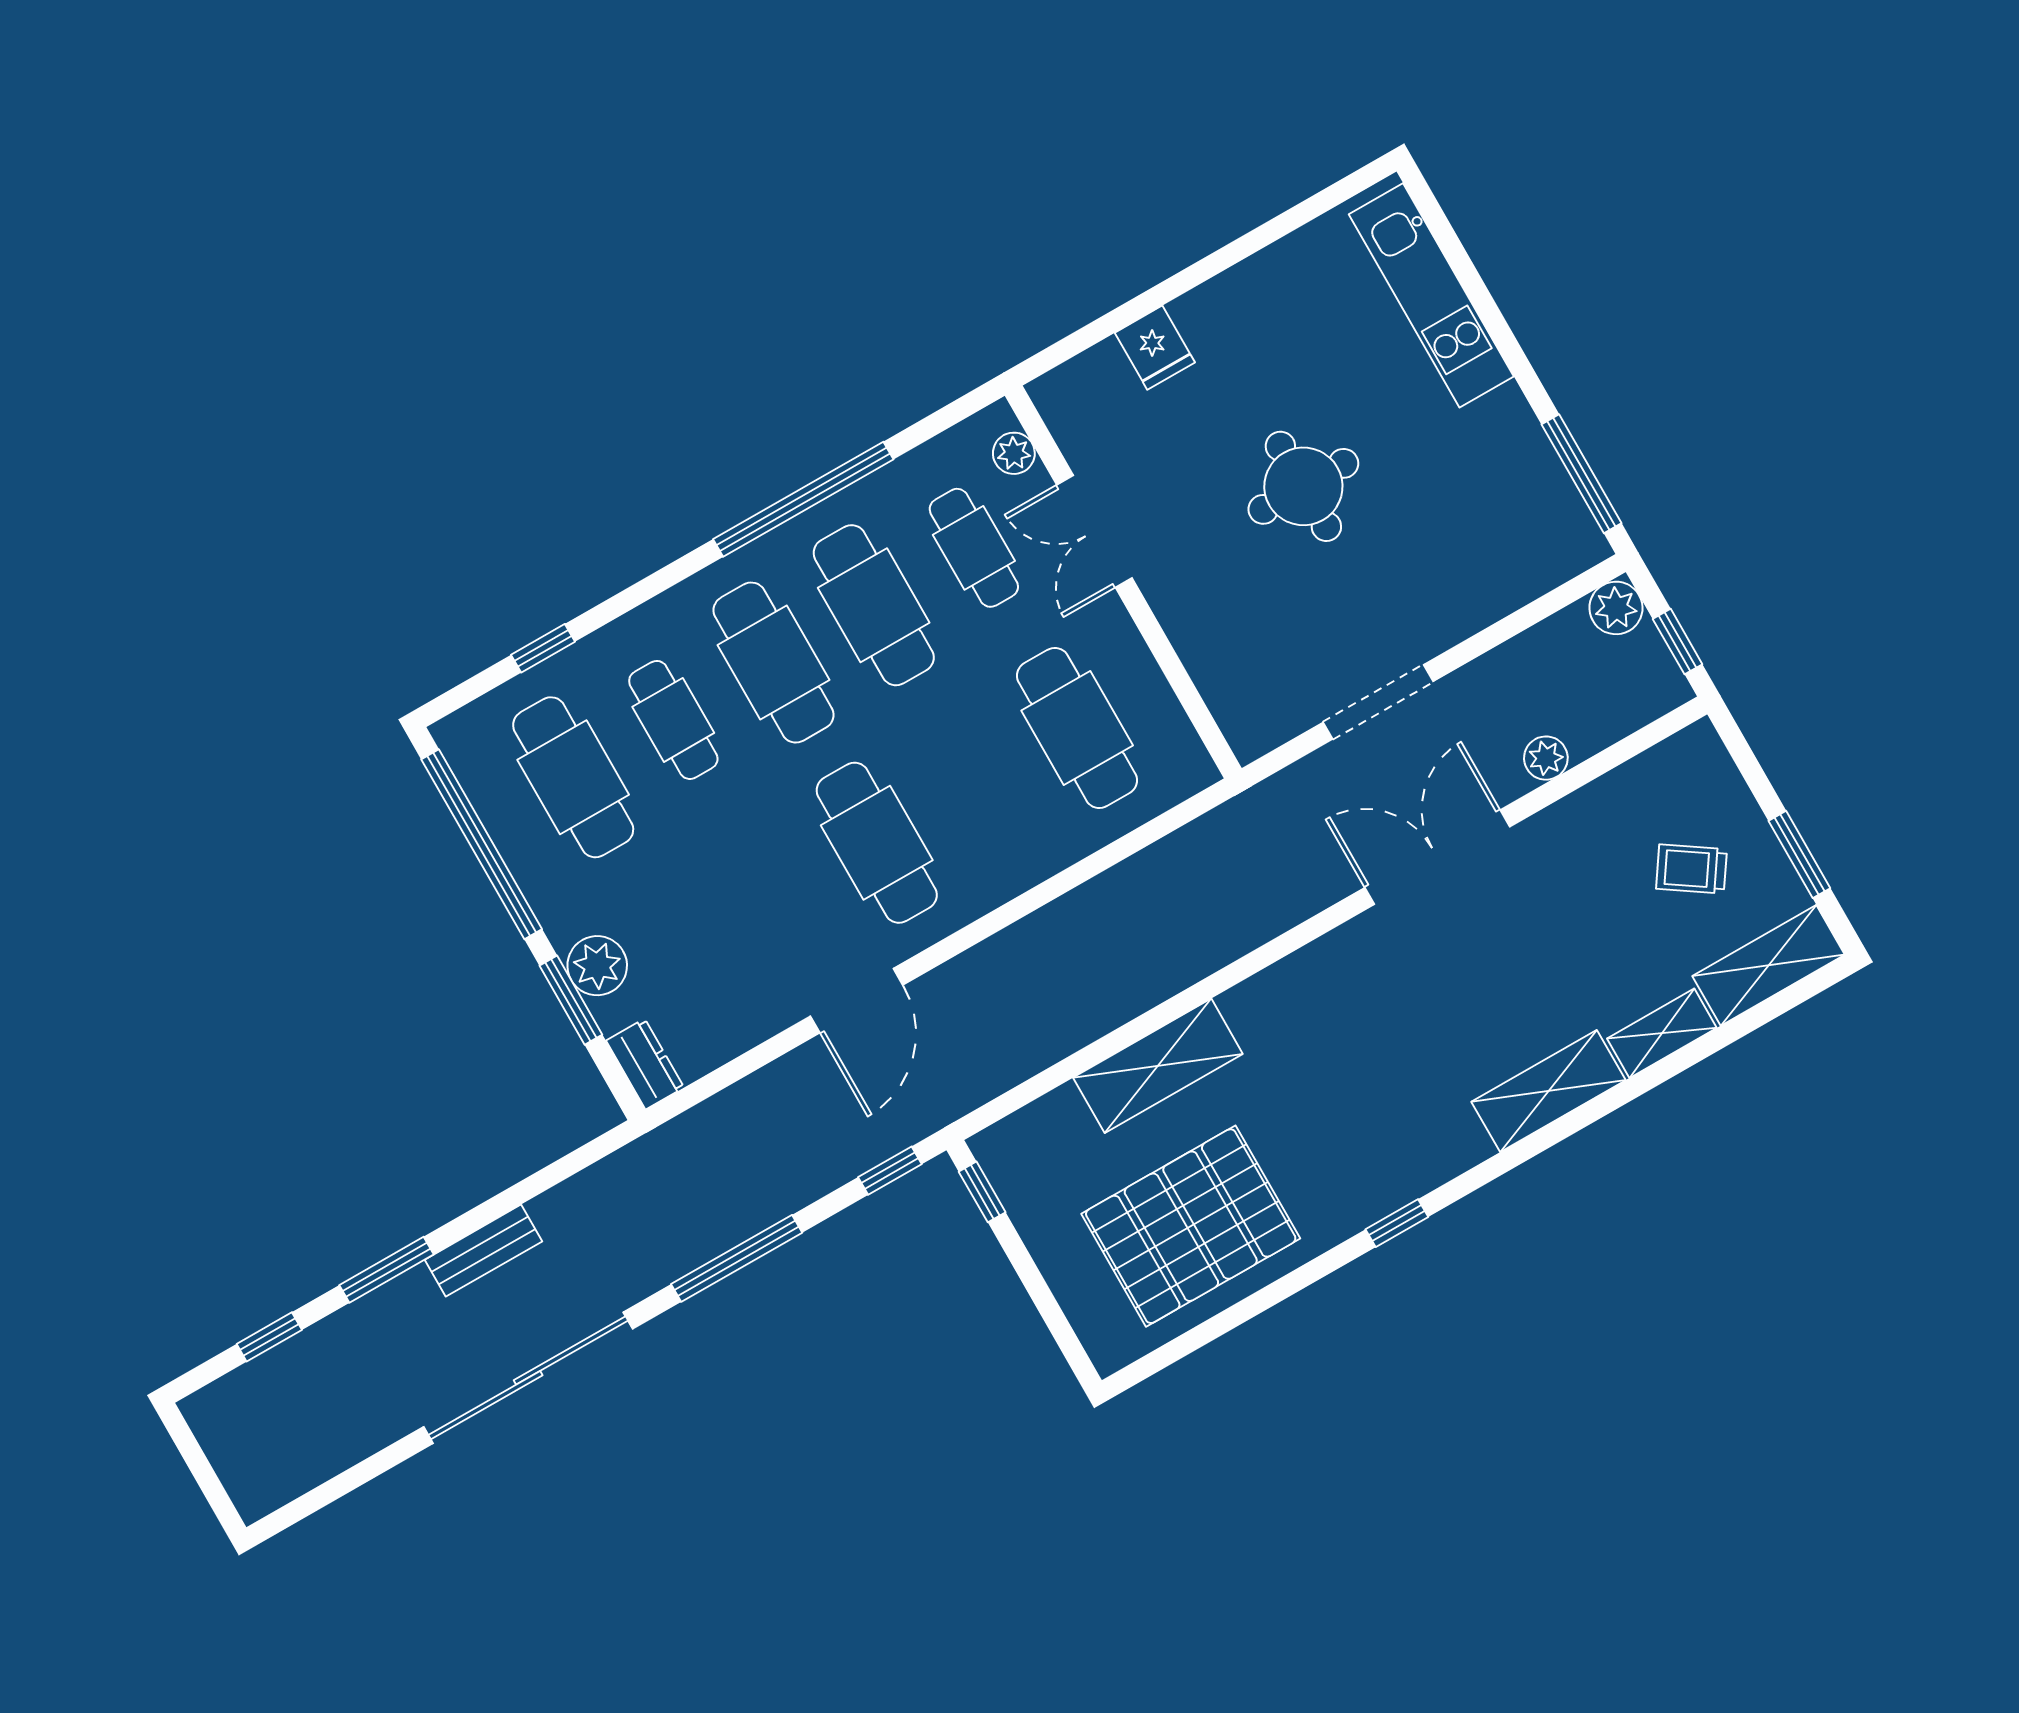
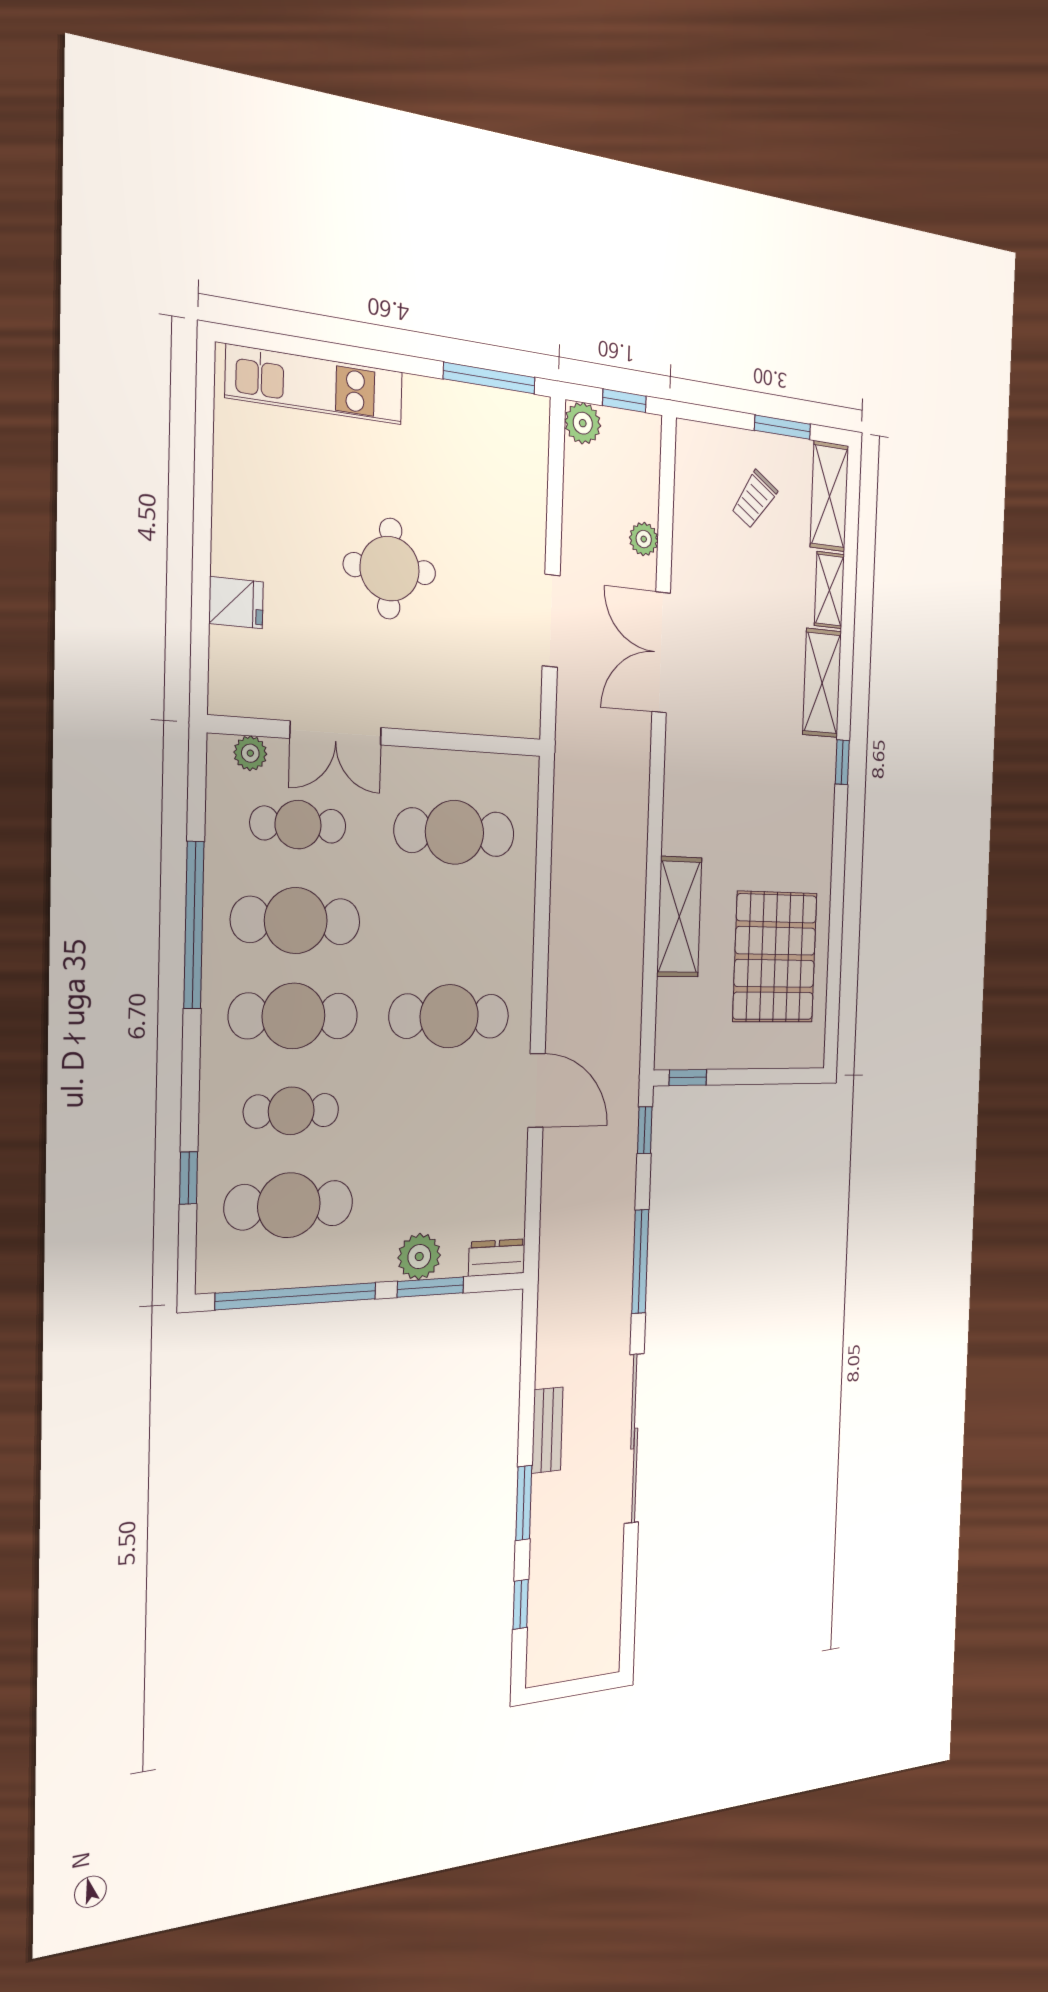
window: (1397, 1223) -> (842, 762), moved

